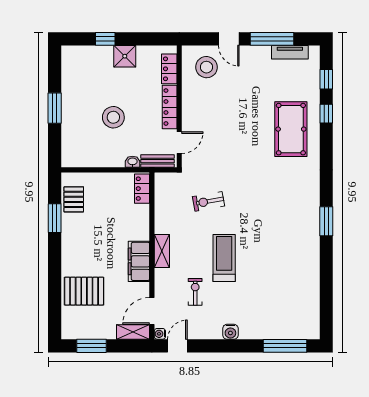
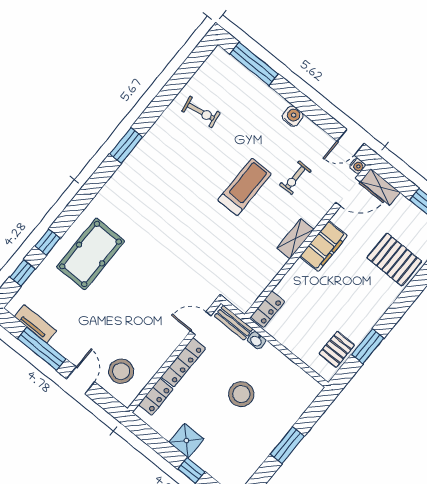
exercise bike: (209, 201) -> (201, 112), moved
treadmill: (224, 258) -> (245, 187), turned 180

